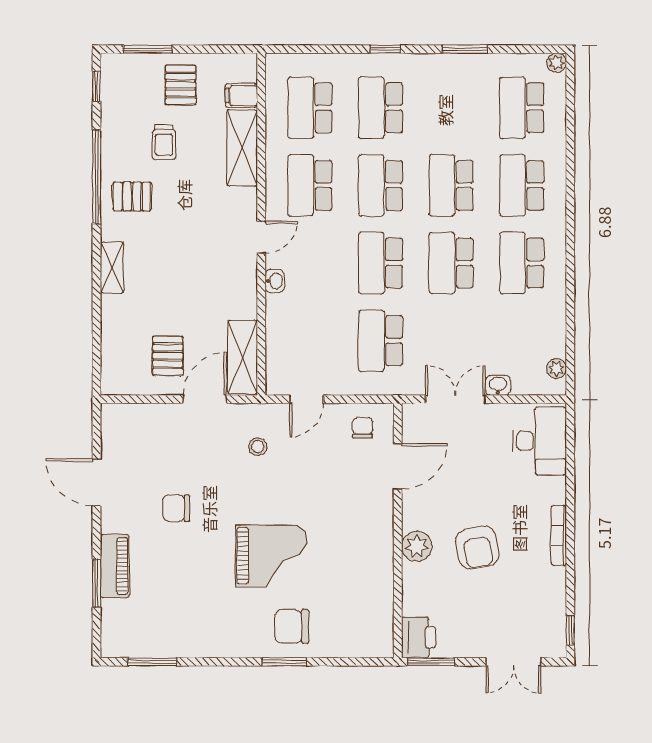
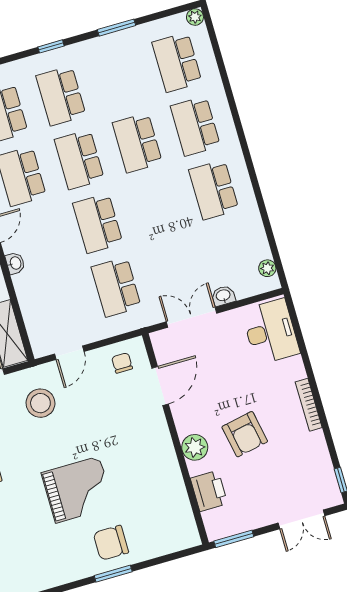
school desk: (451, 263) -> (156, 207), removed
stool: (258, 447) -> (40, 403), width x1.89, depth x1.89
printer: (419, 637) -> (209, 491), moved

